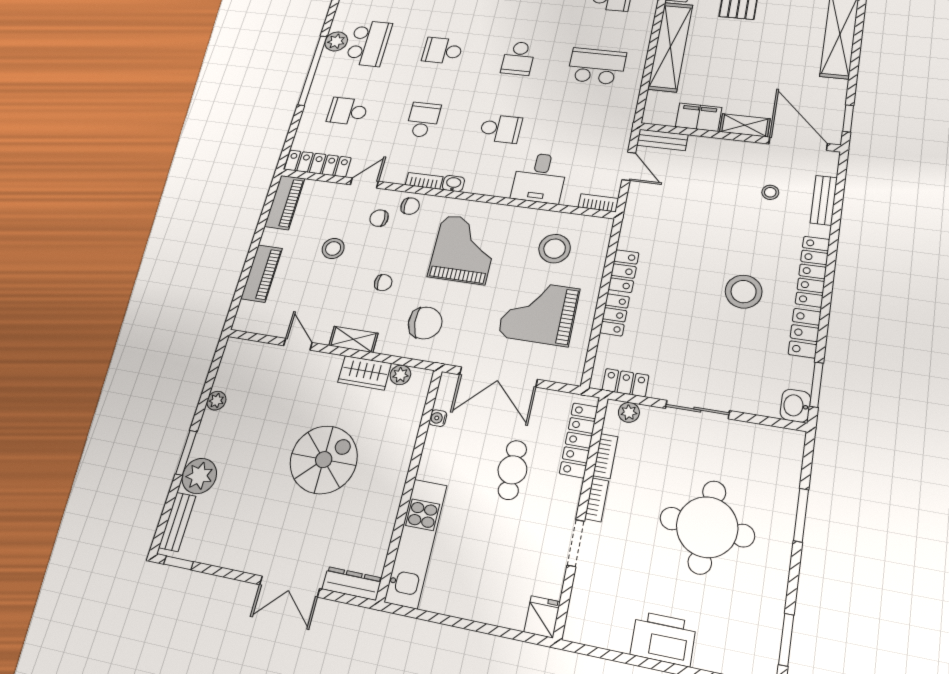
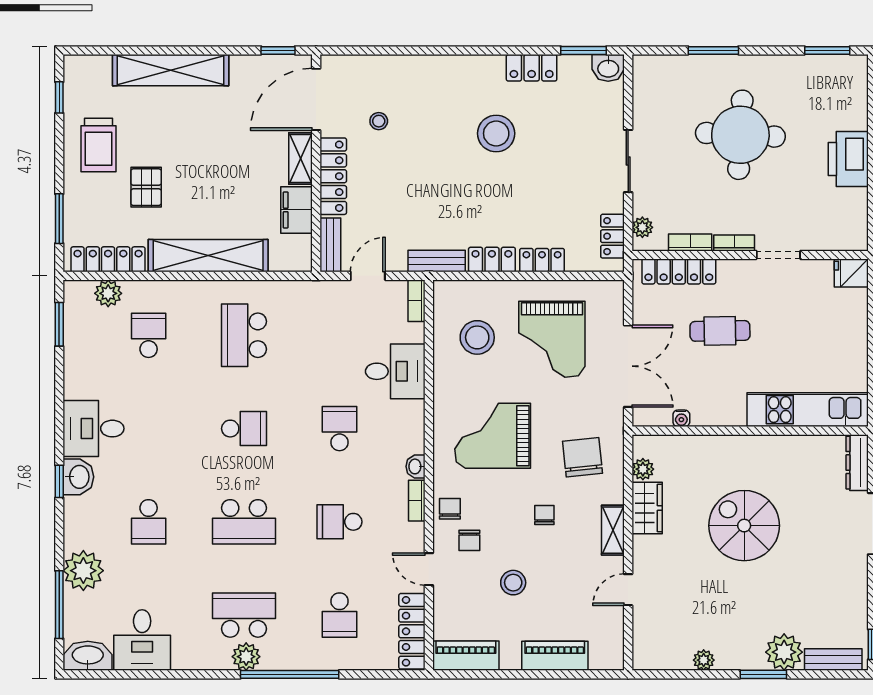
school desk: (442, 51) -> (244, 522), width x1.85
bench: (824, 200) -> (437, 261), moved
locker: (813, 271) -> (333, 176), moved, turned -90

